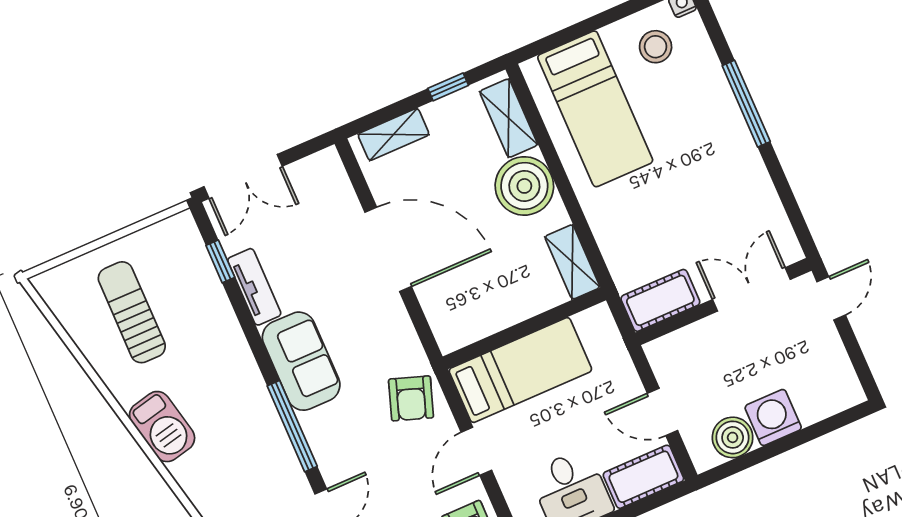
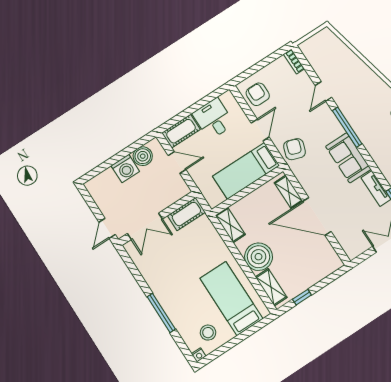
shelving: (394, 134) -> (288, 192), moved, turned 90

